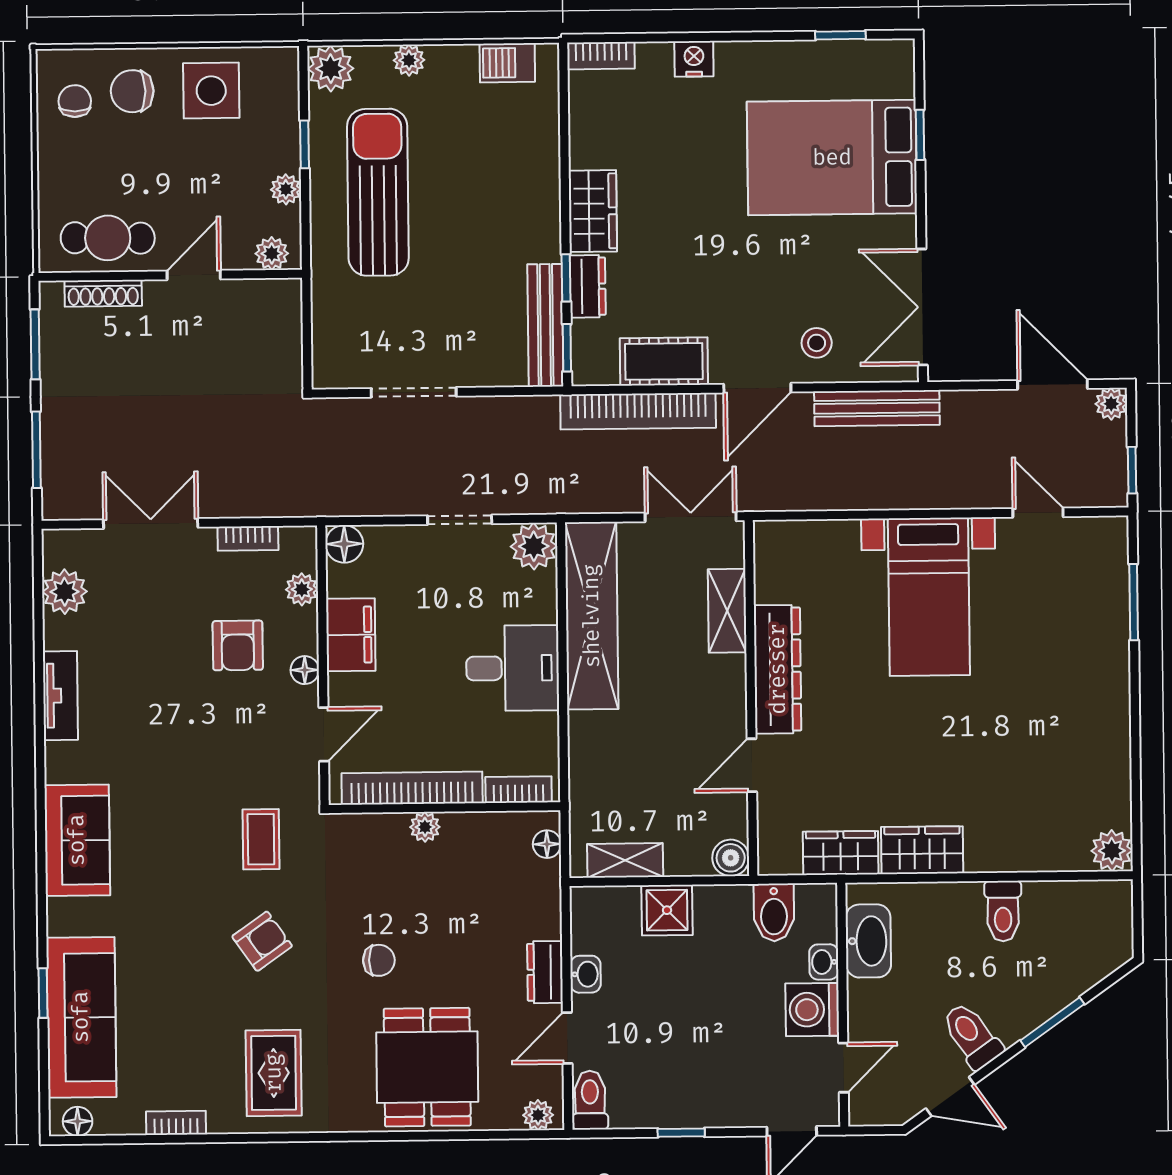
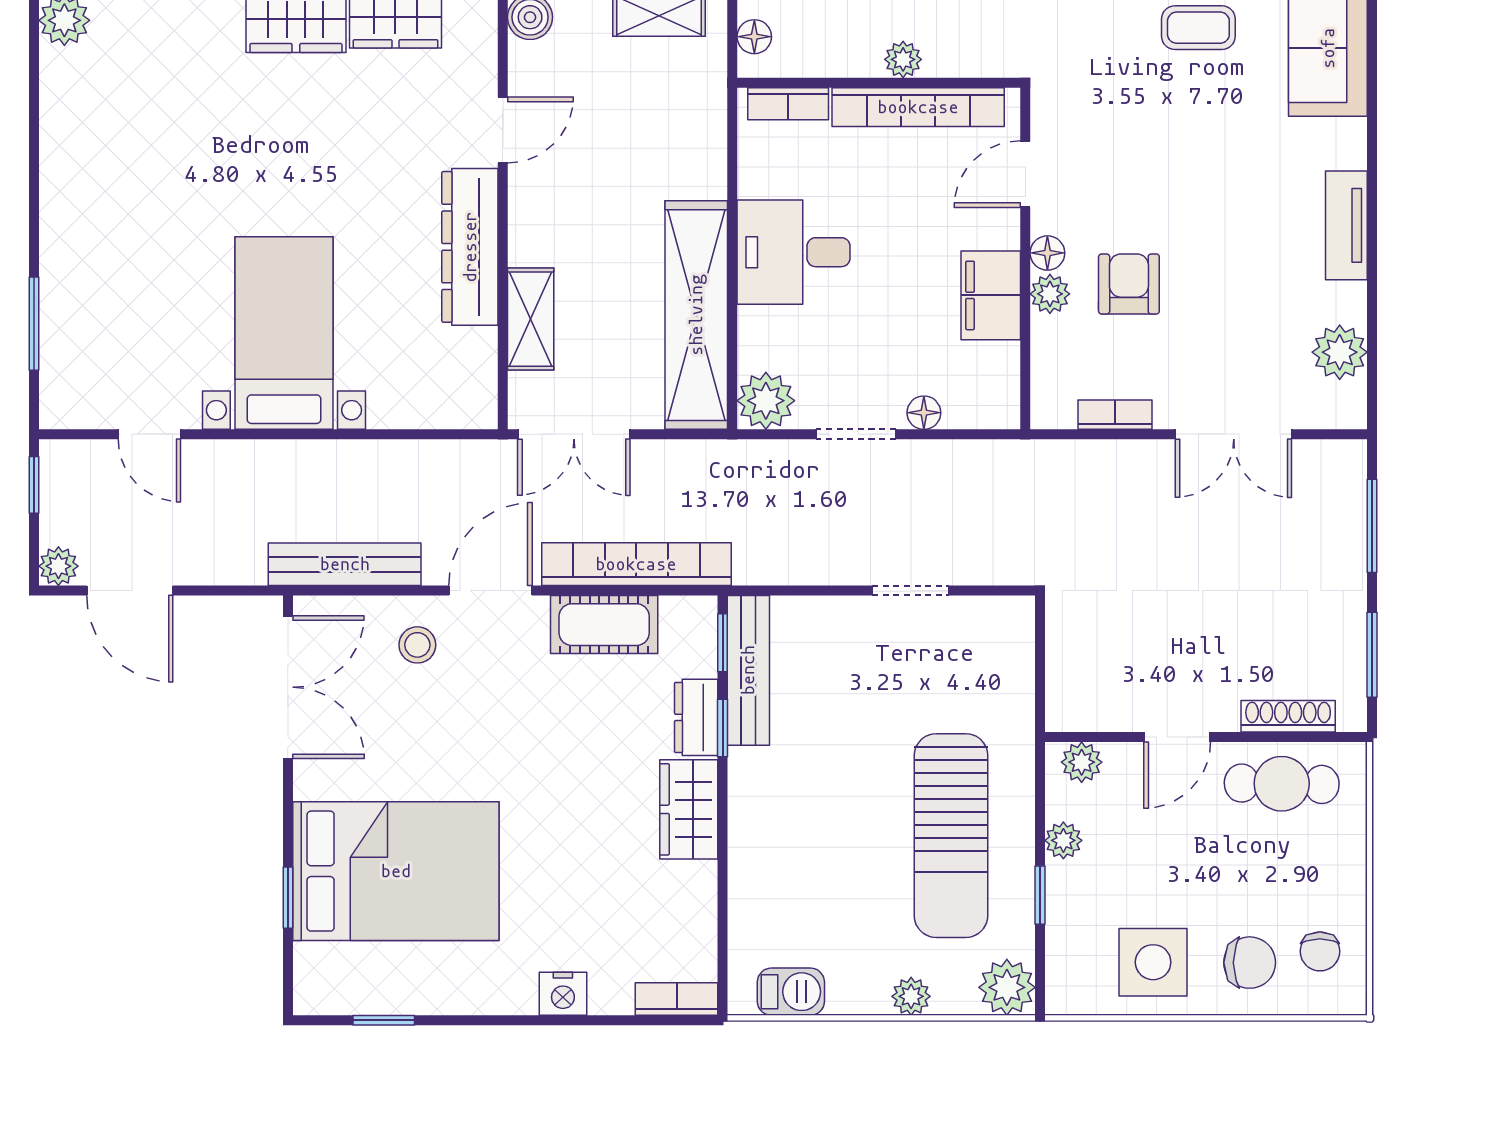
doorway: (414, 392) -> (910, 591), width x0.73
floor lamp: (344, 544) -> (924, 413), moved, width x0.73, depth x0.73
plant: (302, 589) -> (1050, 294), moved
coffee table: (261, 839) -> (1198, 28), moved, turned 90

